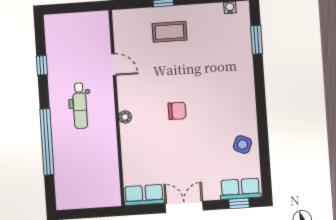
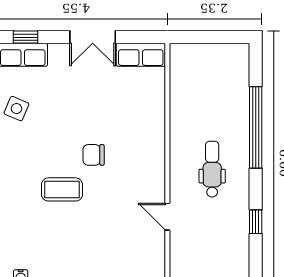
coffee table: (169, 32) -> (62, 189), moved
plant: (125, 117) -> (158, 152), removed

